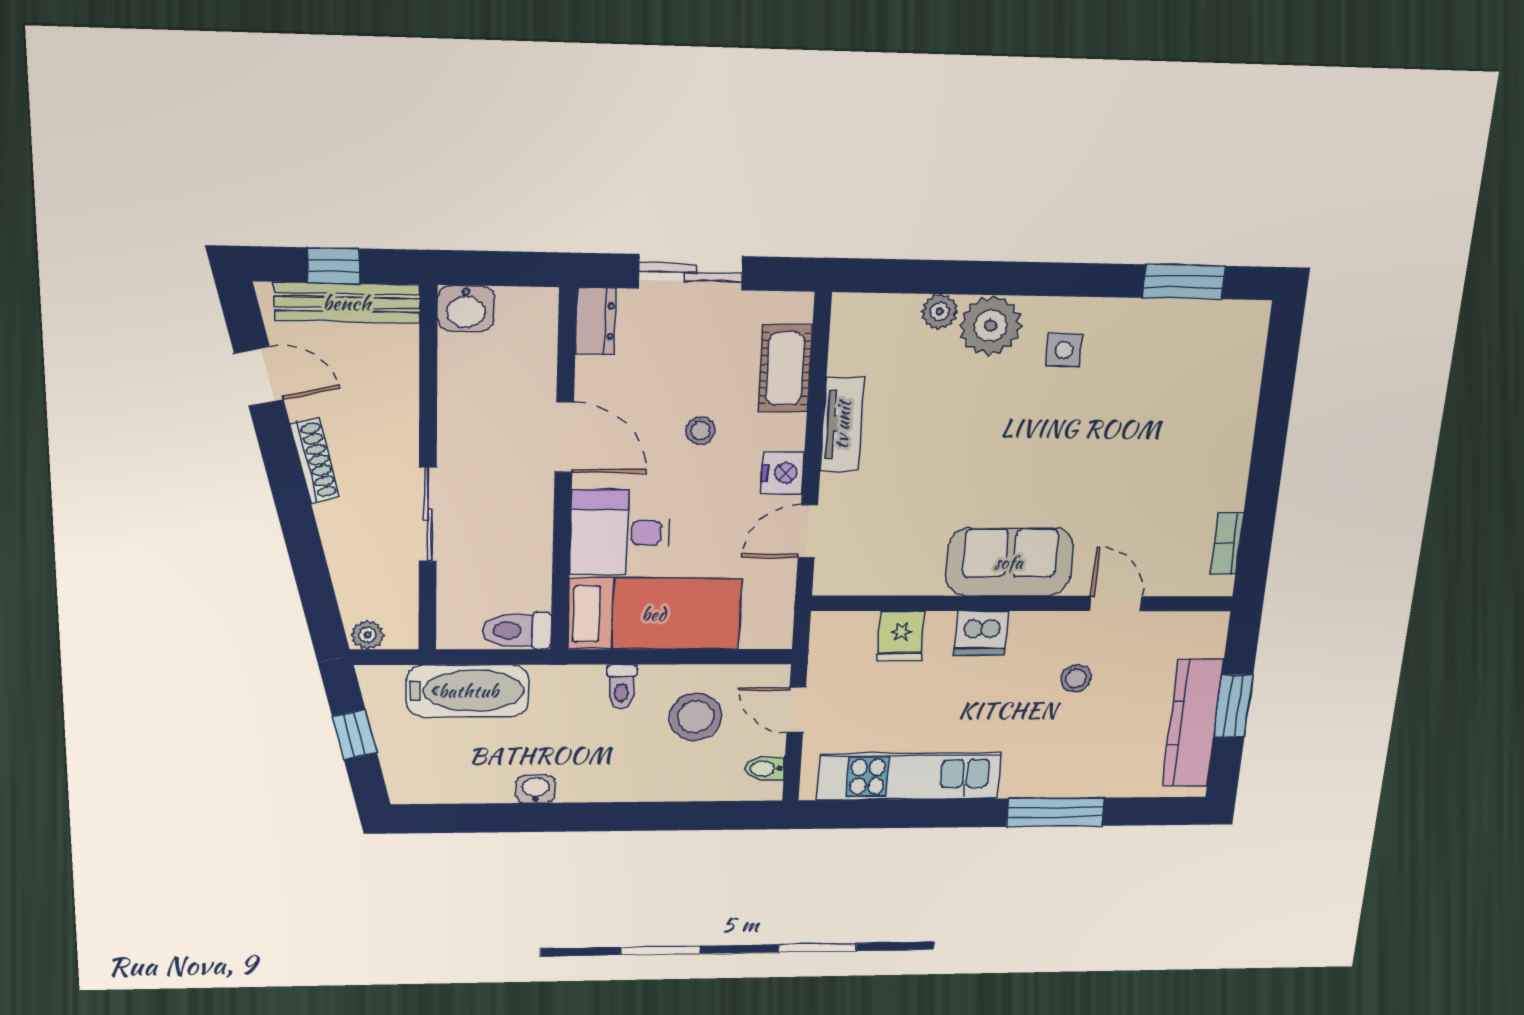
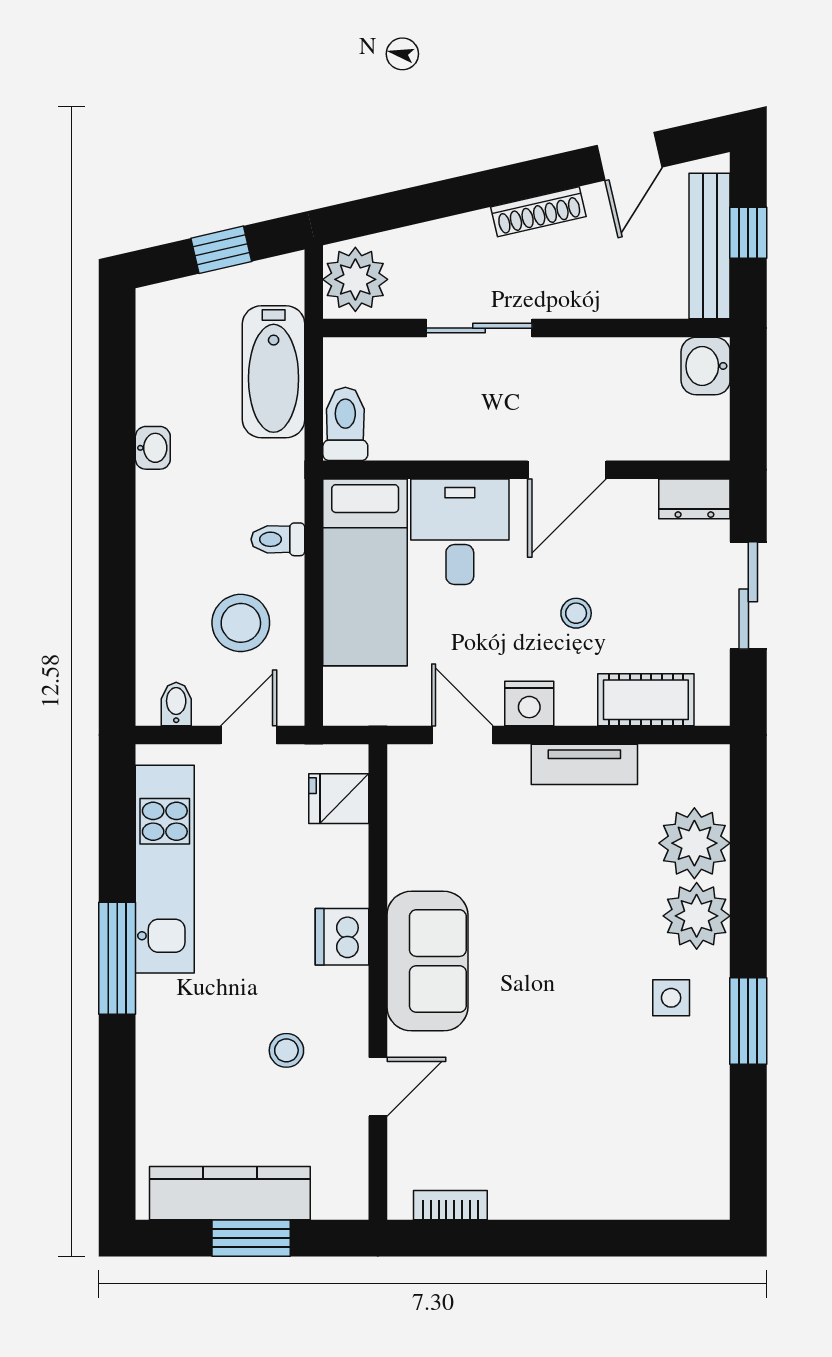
window: (1184, 282) -> (748, 1021), moved
plant: (940, 312) -> (694, 843), width x1.88, depth x1.88
plant: (367, 635) -> (355, 279), width x1.88, depth x1.88
fridge: (901, 636) -> (339, 799), moved
window: (1055, 812) -> (117, 958), moved

